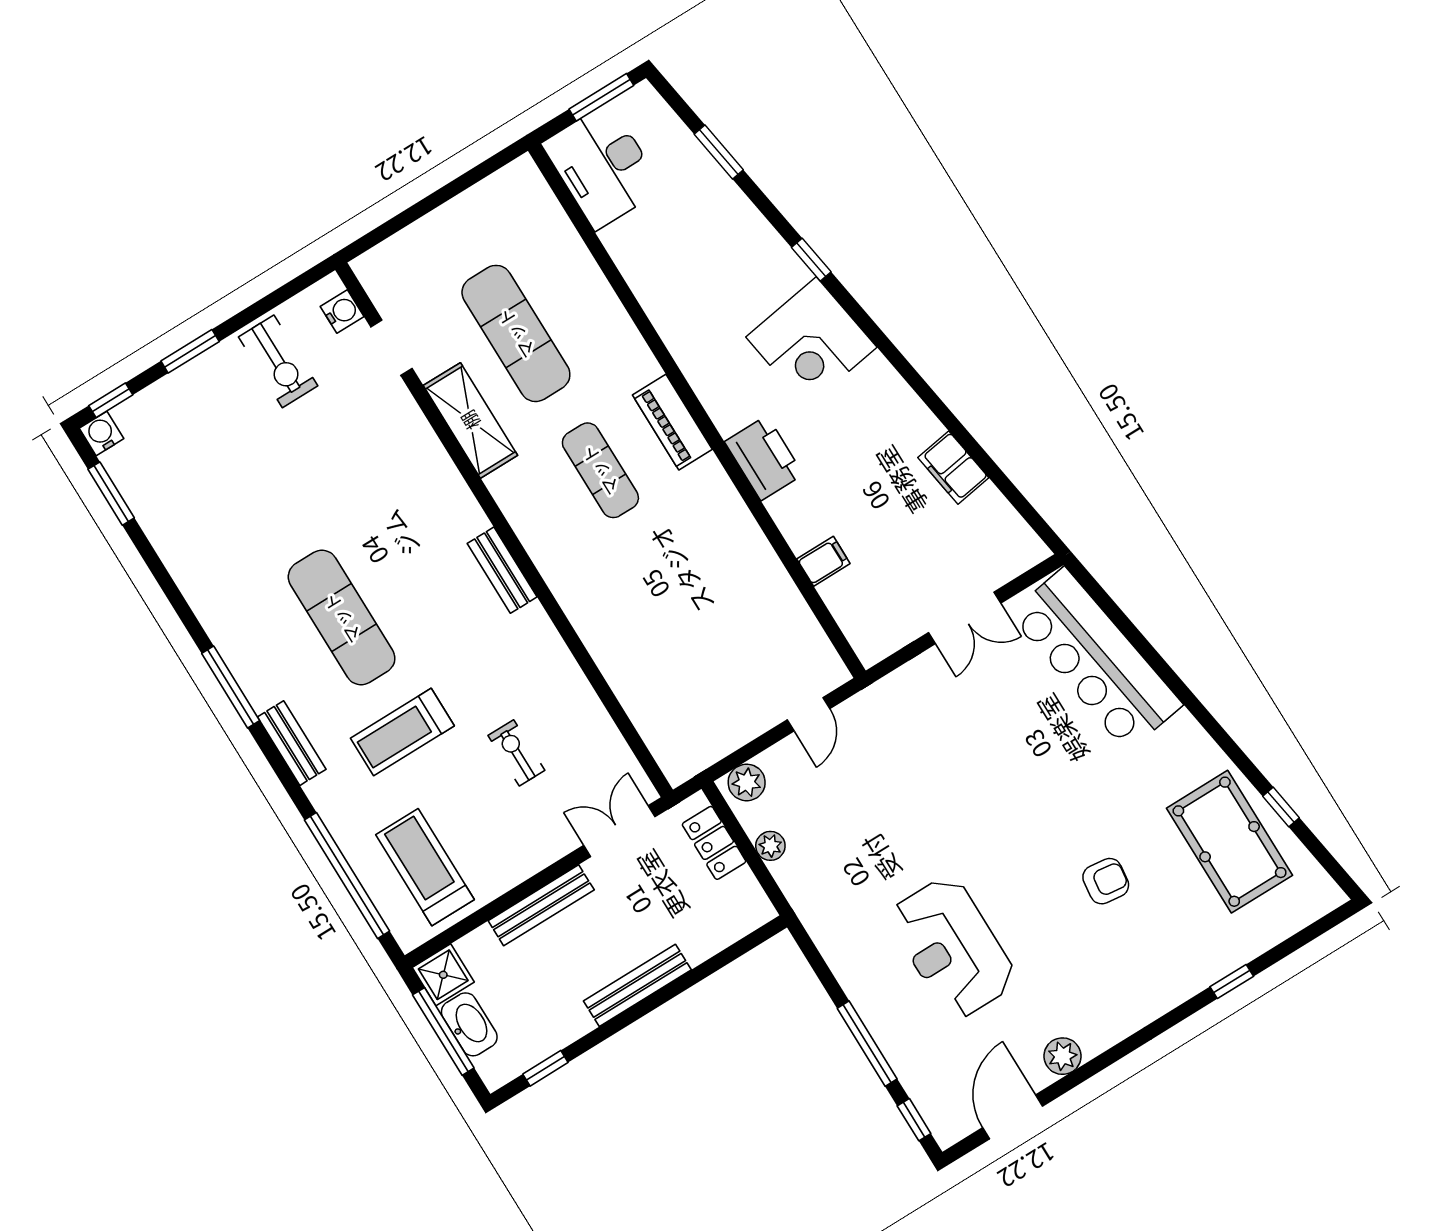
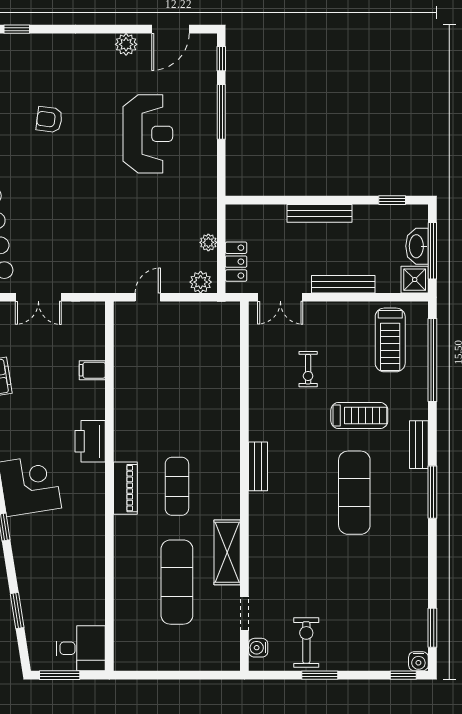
desk: (602, 166) -> (81, 648), width x0.73
window: (190, 351) -> (320, 675), moved
double door: (965, 618) -> (38, 297), swing flipped

